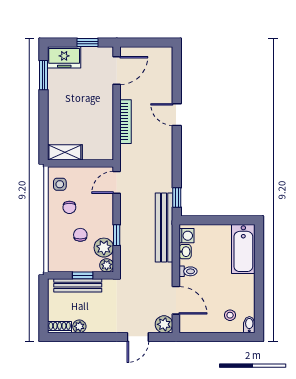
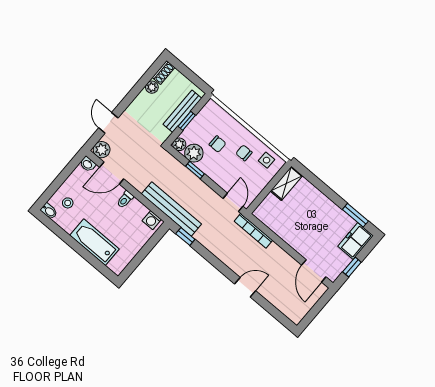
bookcase: (126, 122) -> (253, 231), moved
bathtub: (243, 249) -> (94, 242), moved
washbasin: (185, 252) -> (88, 164), moved

